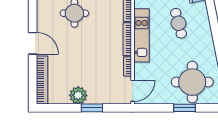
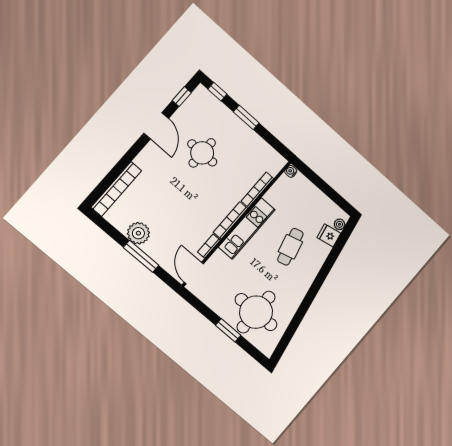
door: (33, 43) -> (156, 126), moved
door: (133, 91) -> (194, 273), swing flipped
window: (92, 108) -> (141, 256), width x1.44

